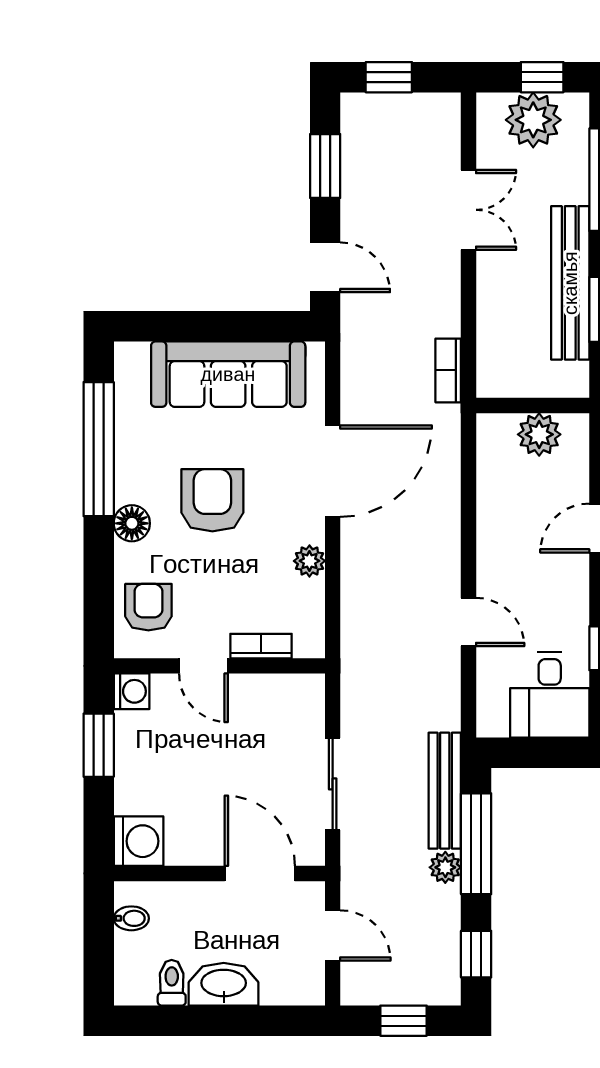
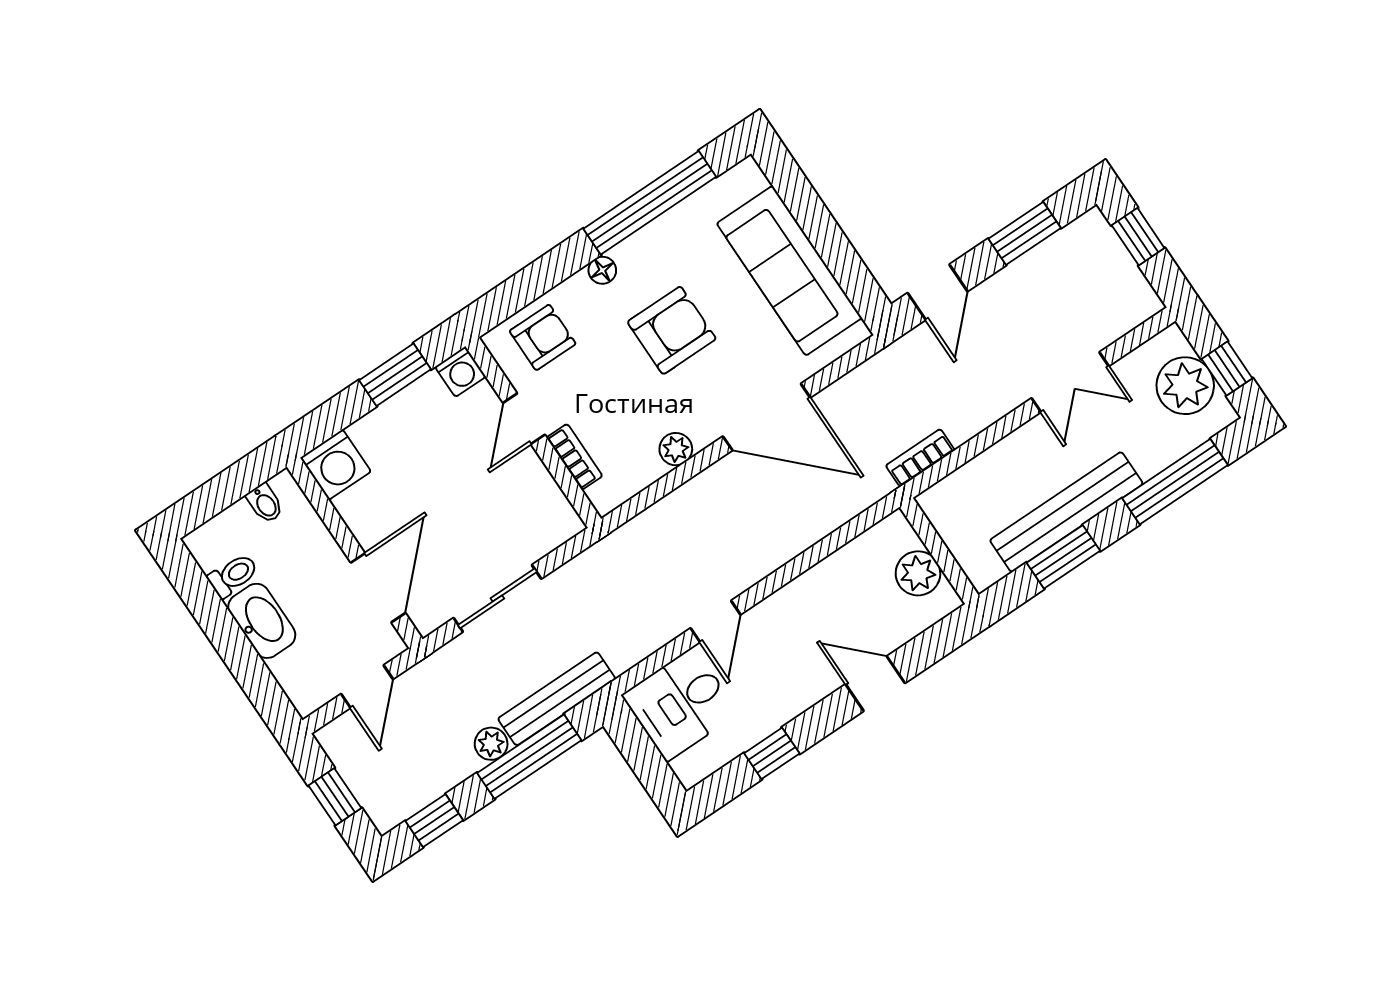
floor lamp: (132, 523) -> (602, 270), width x0.73, depth x0.73
desk: (550, 695) -> (680, 704), moved

